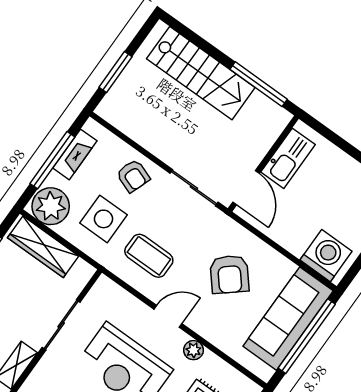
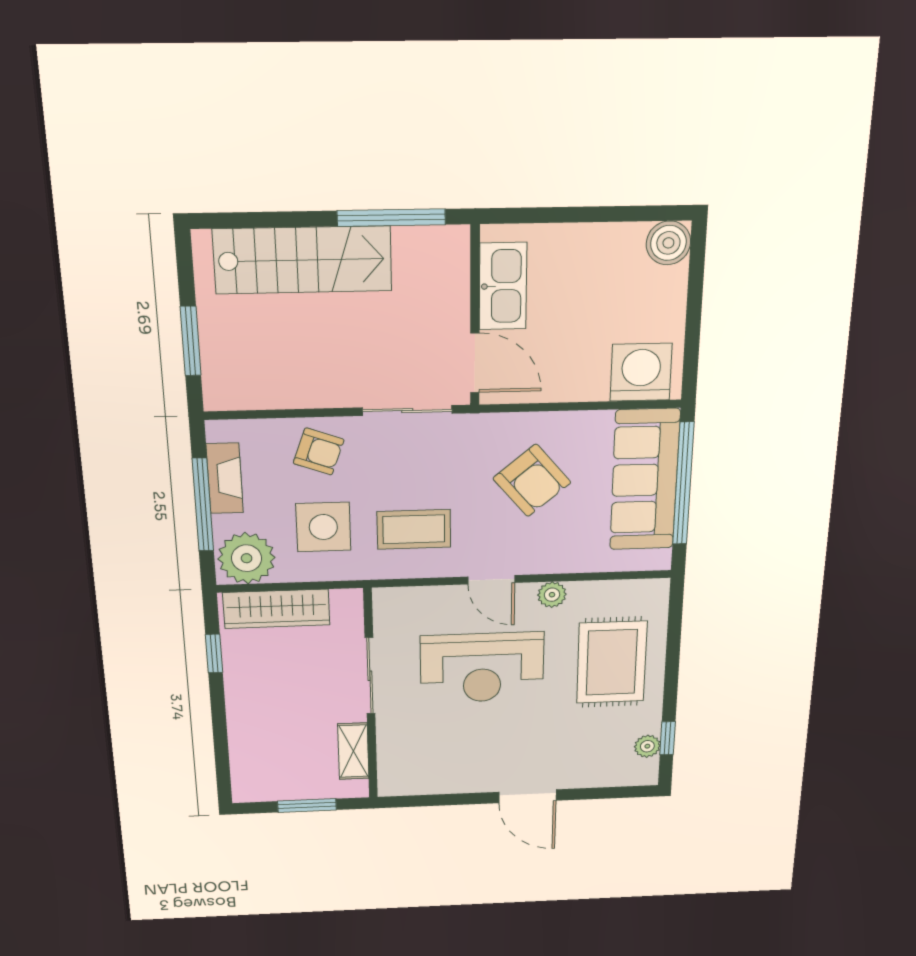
door: (168, 316) -> (491, 580), swing flipped

